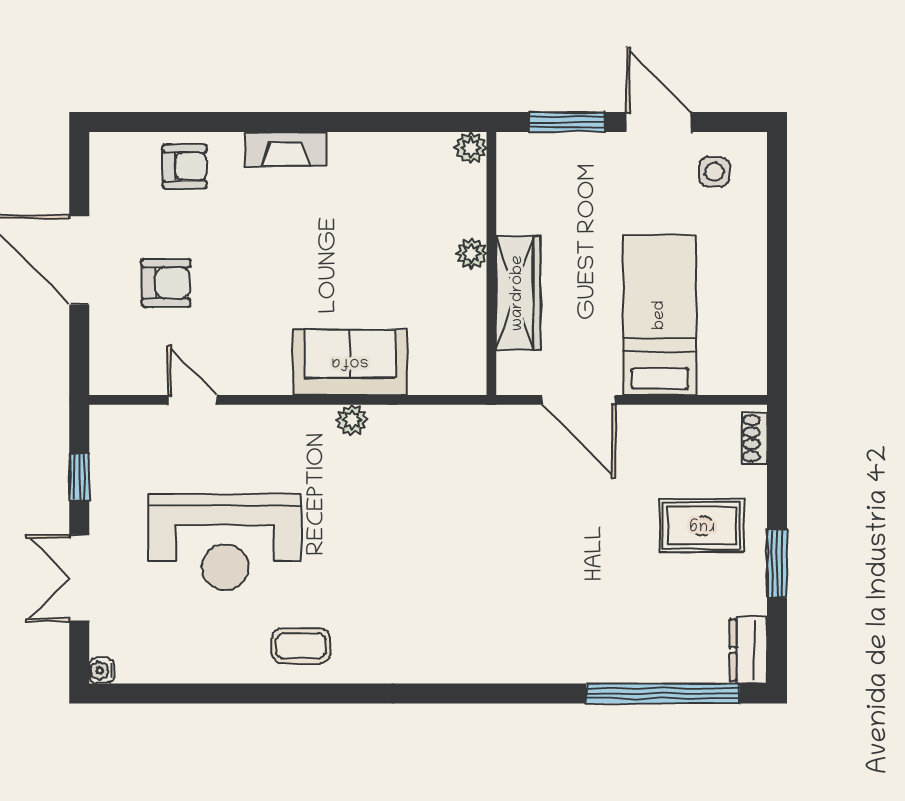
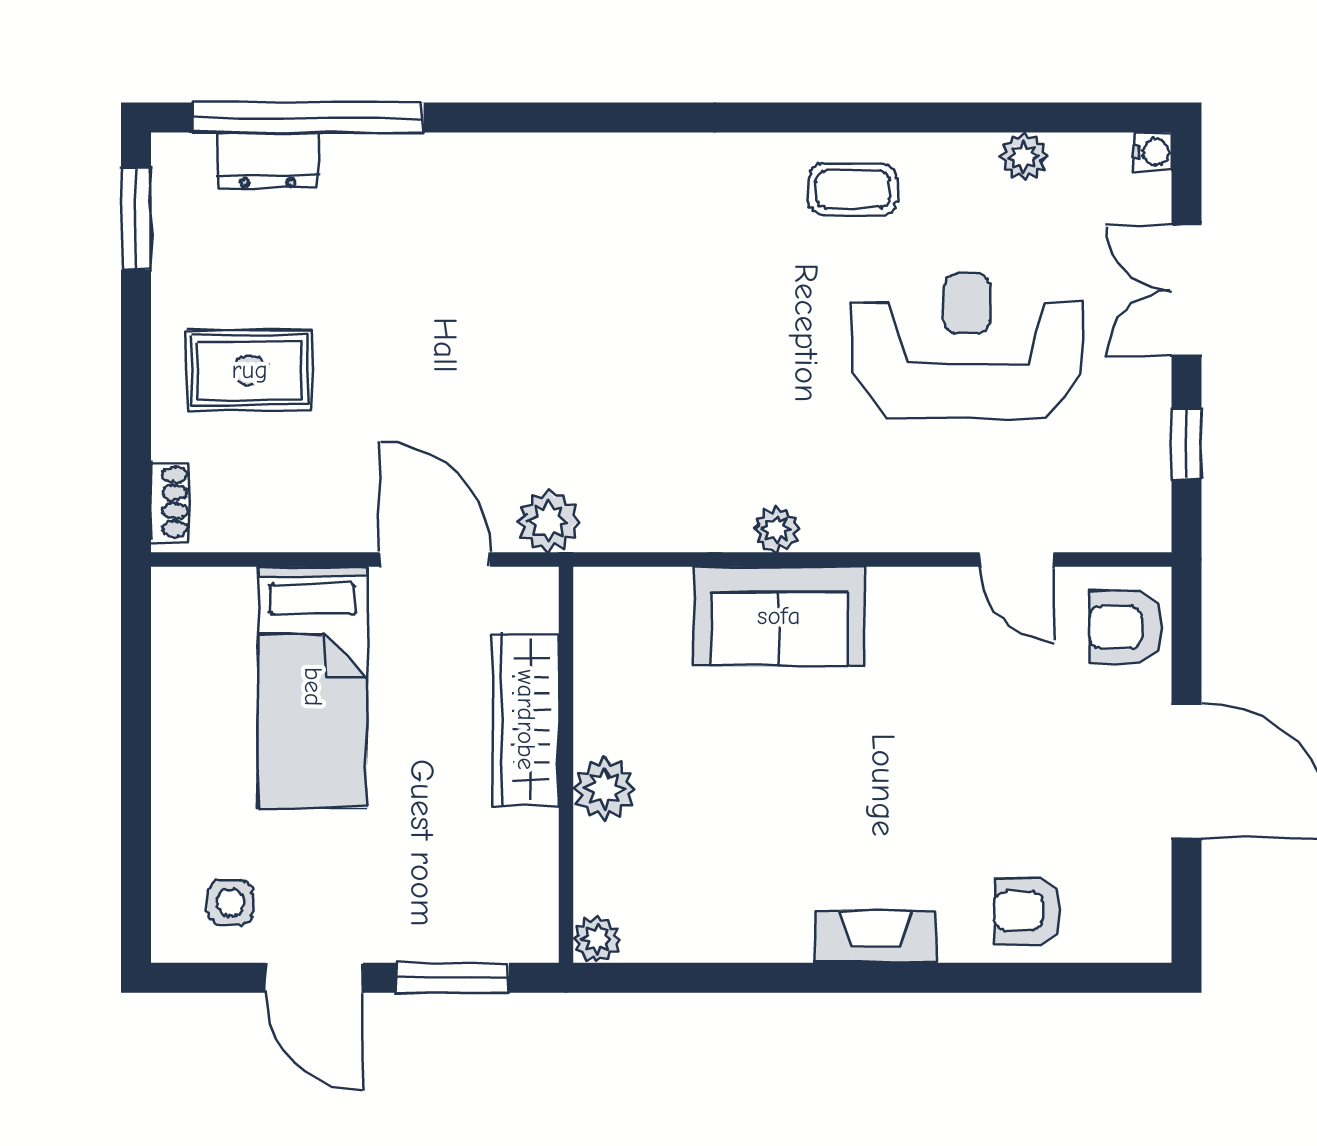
plant: (472, 253) -> (604, 789), width x1.38, depth x1.38
armchair: (166, 283) -> (1126, 627), moved
plant: (503, 425) -> (548, 521), added
window: (777, 563) -> (136, 219), moved
double door: (79, 578) -> (1187, 291), swing flipped
dresser: (748, 650) -> (268, 161), moved, turned 90
plant: (187, 668) -> (1024, 156), added

